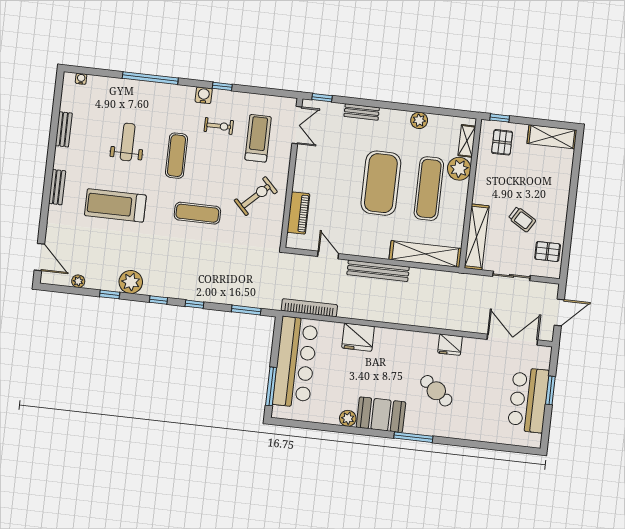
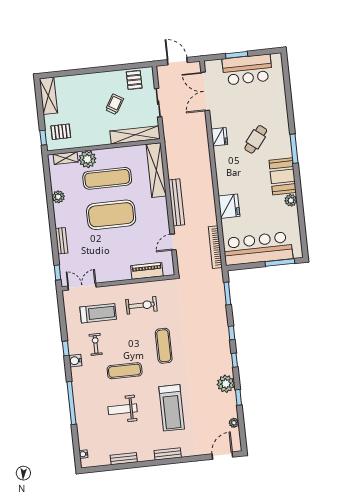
treadmill: (258, 138) -> (98, 313), turned 180
exercise bike: (256, 196) -> (141, 305), turned 134

